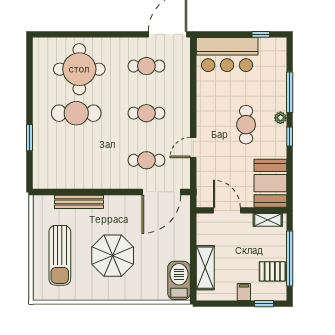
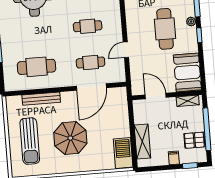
cafe table: (76, 113) -> (37, 67), moved
cafe table: (246, 125) -> (165, 29), width x1.37, depth x1.35
door: (161, 192) -> (91, 87), moved

